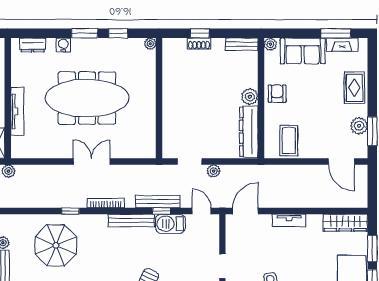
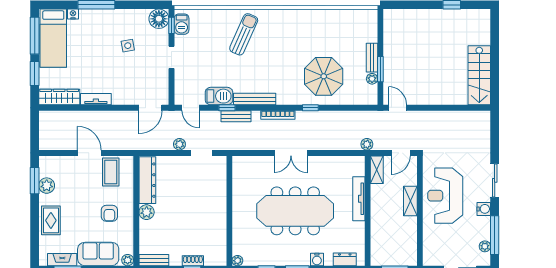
armchair: (277, 94) -> (109, 213), moved
door: (341, 162) -> (89, 153), moved
bench: (158, 202) -> (236, 116), width x0.73
tv unit: (289, 220) -> (96, 99), moved

